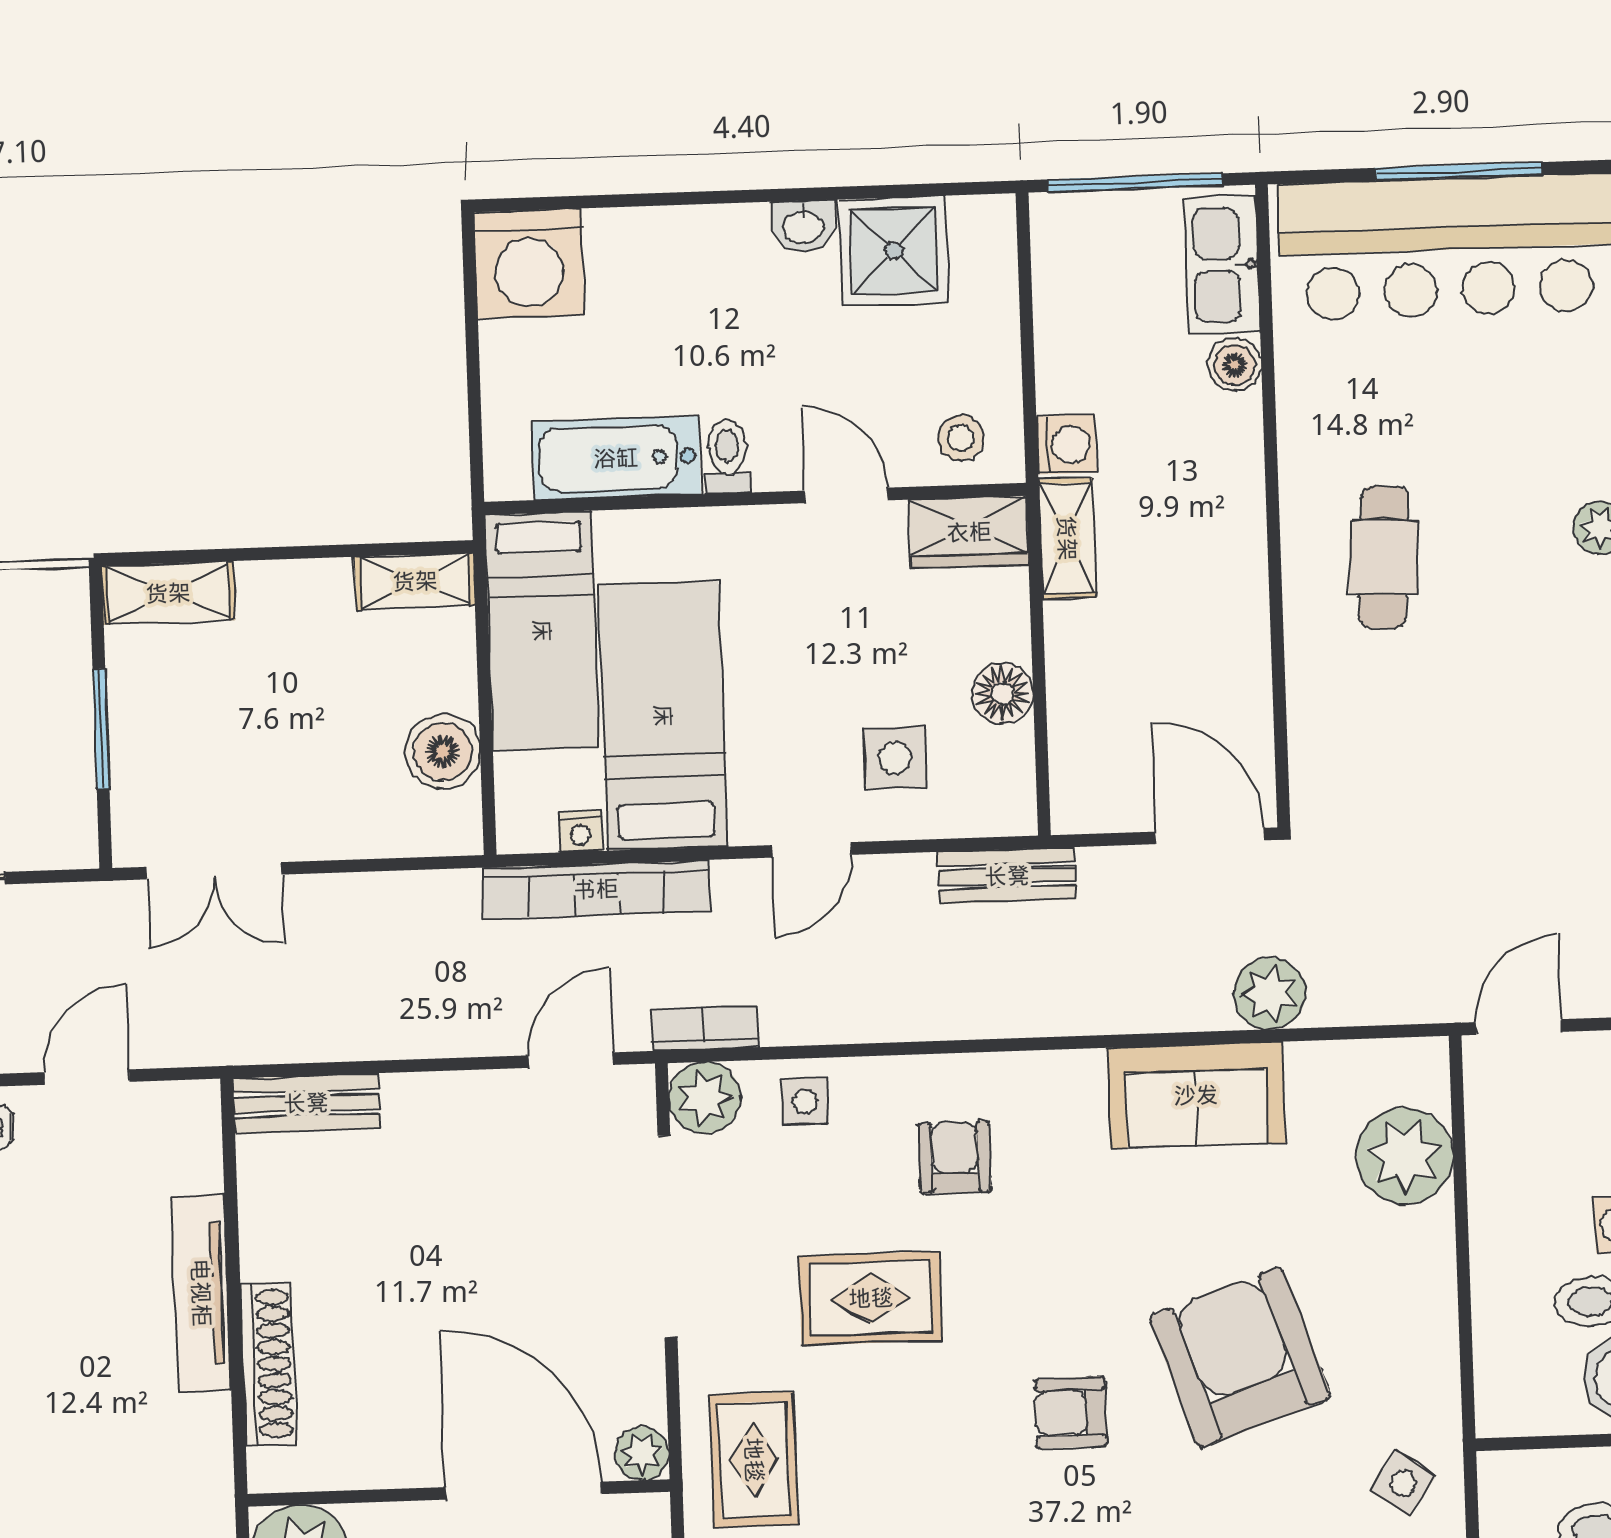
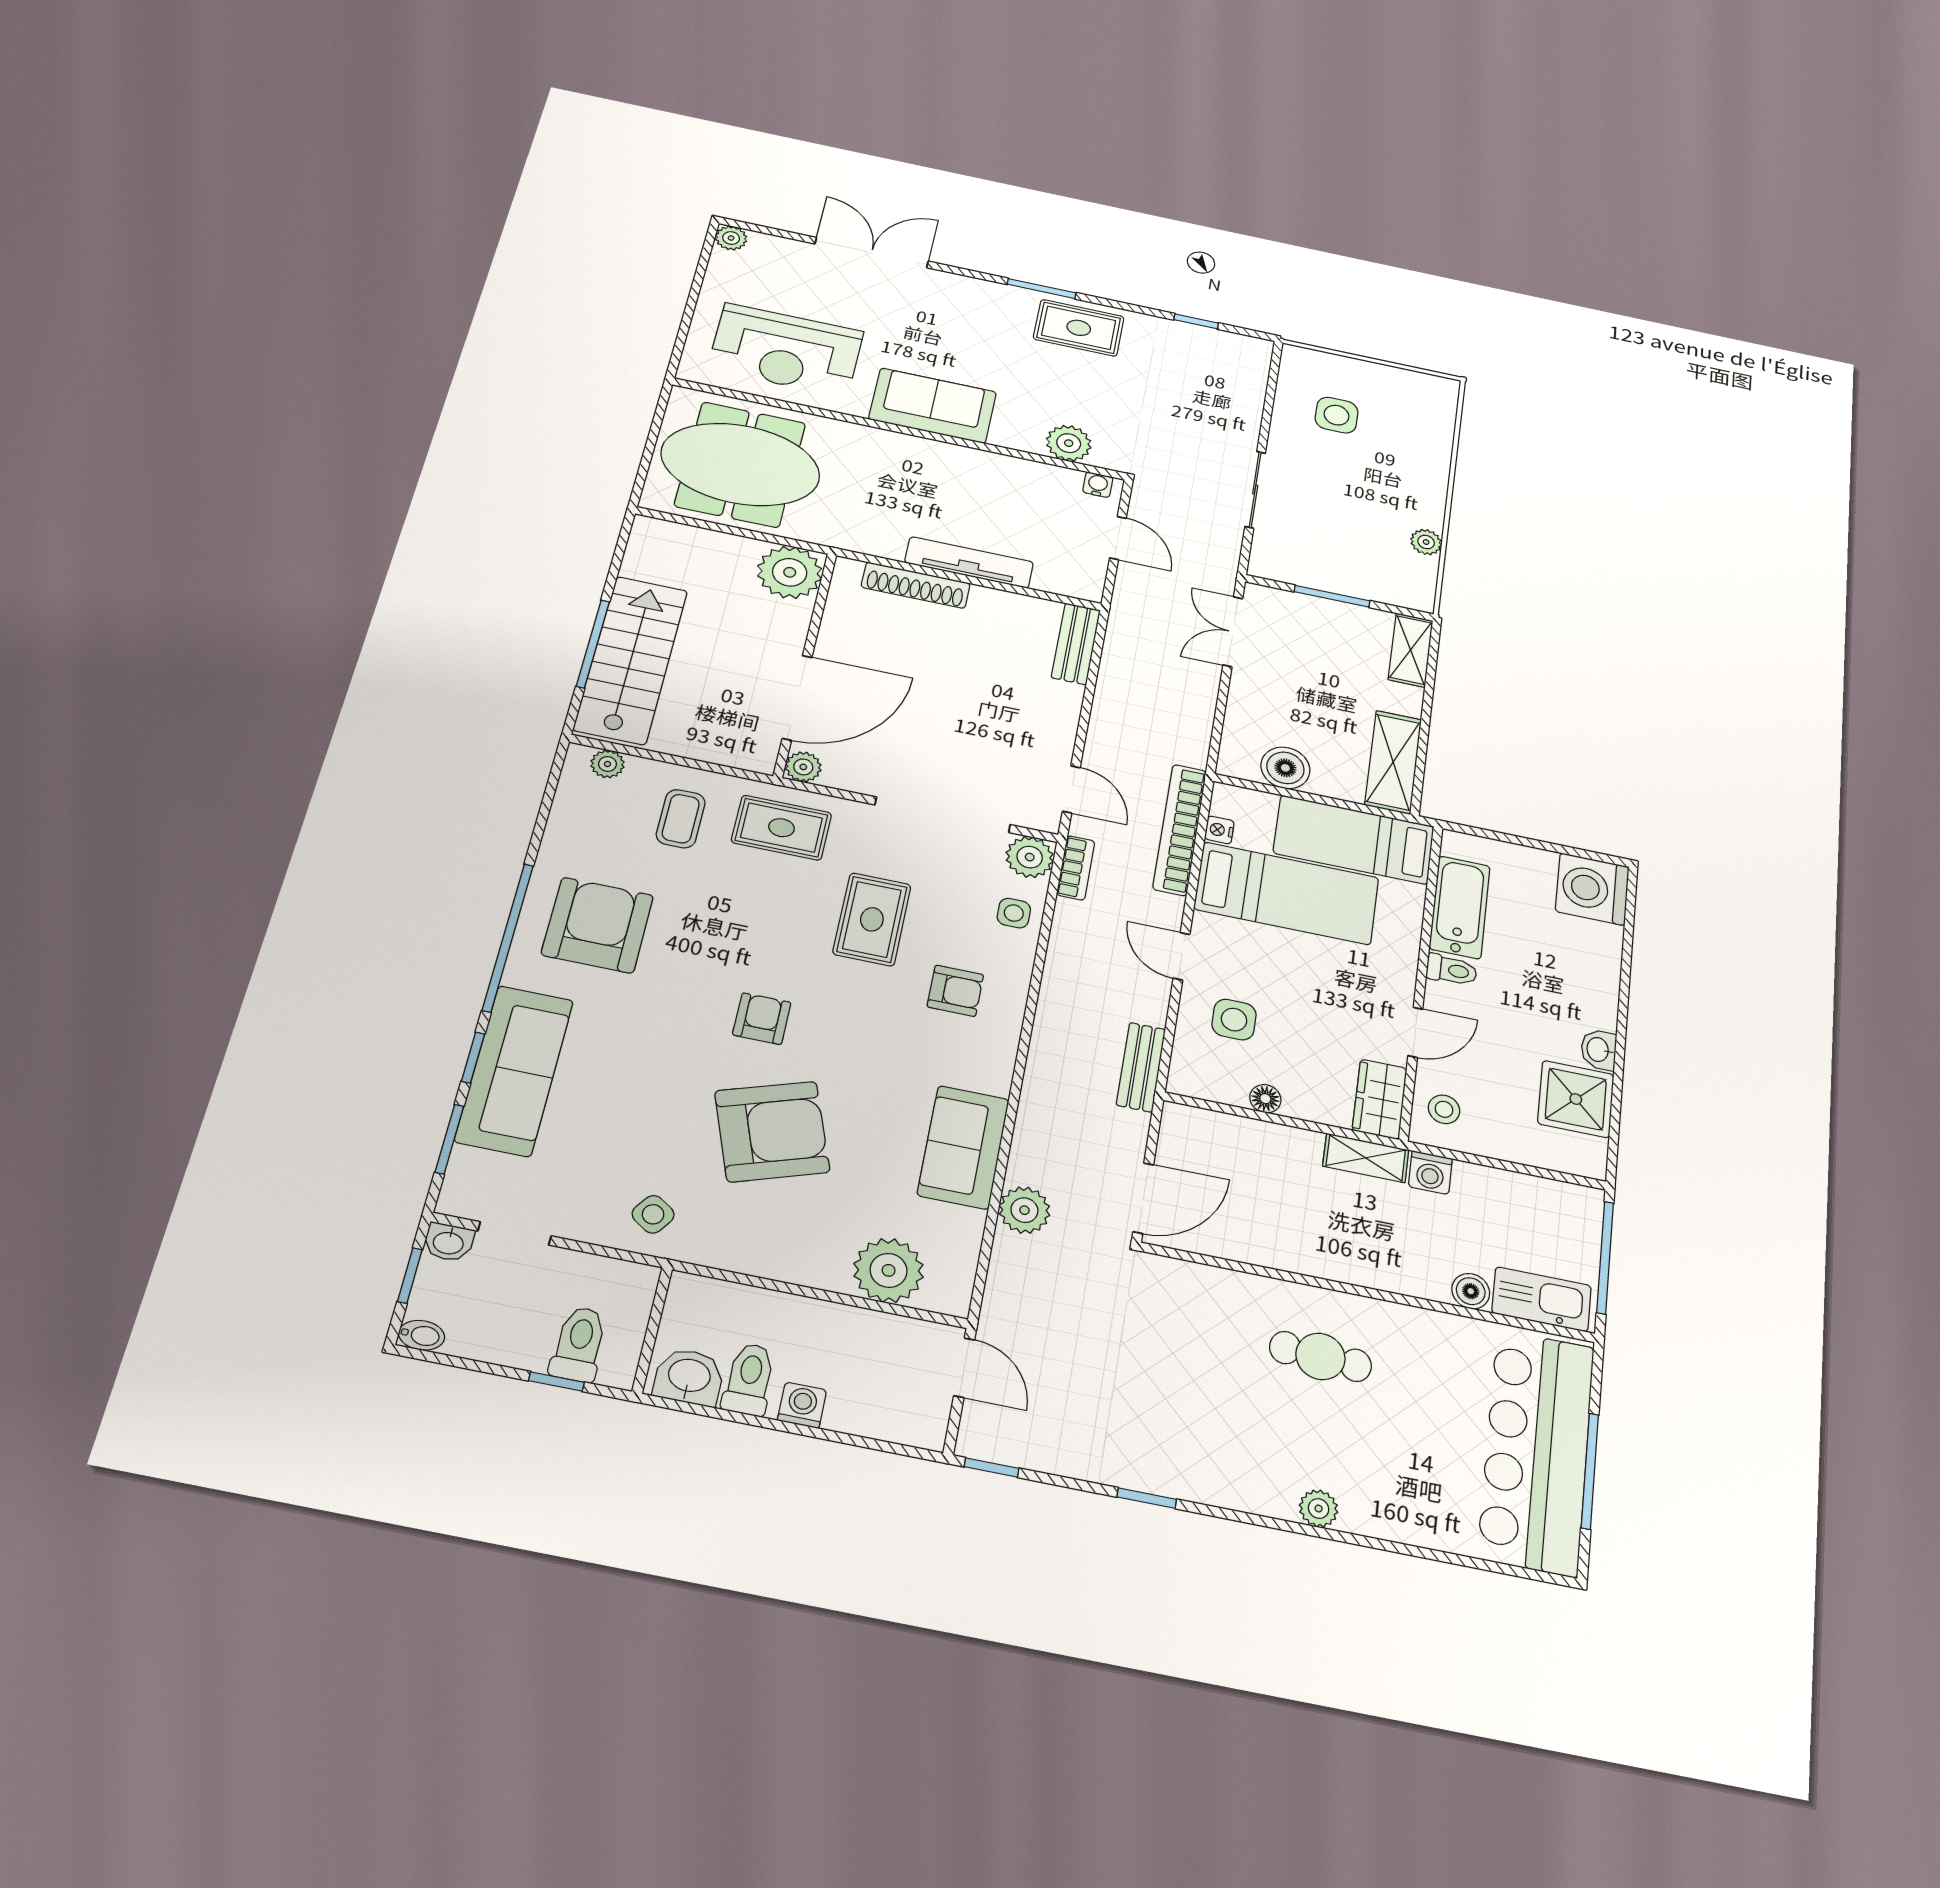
shelving: (415, 581) -> (1393, 762), width x1.50, depth x1.33
floor lamp: (1002, 693) -> (1265, 1099), width x0.73, depth x0.73

